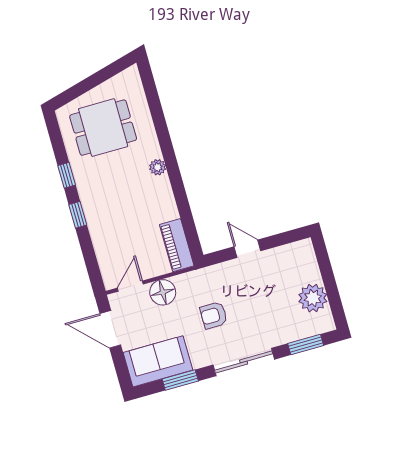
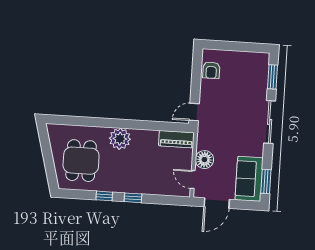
plant: (158, 167) -> (120, 139), width x1.87, depth x1.87
door: (247, 249) -> (194, 112), moved
plant: (313, 298) -> (243, 61), removed
armchair: (214, 315) -> (211, 70), moved
window: (180, 380) -> (266, 181), moved

